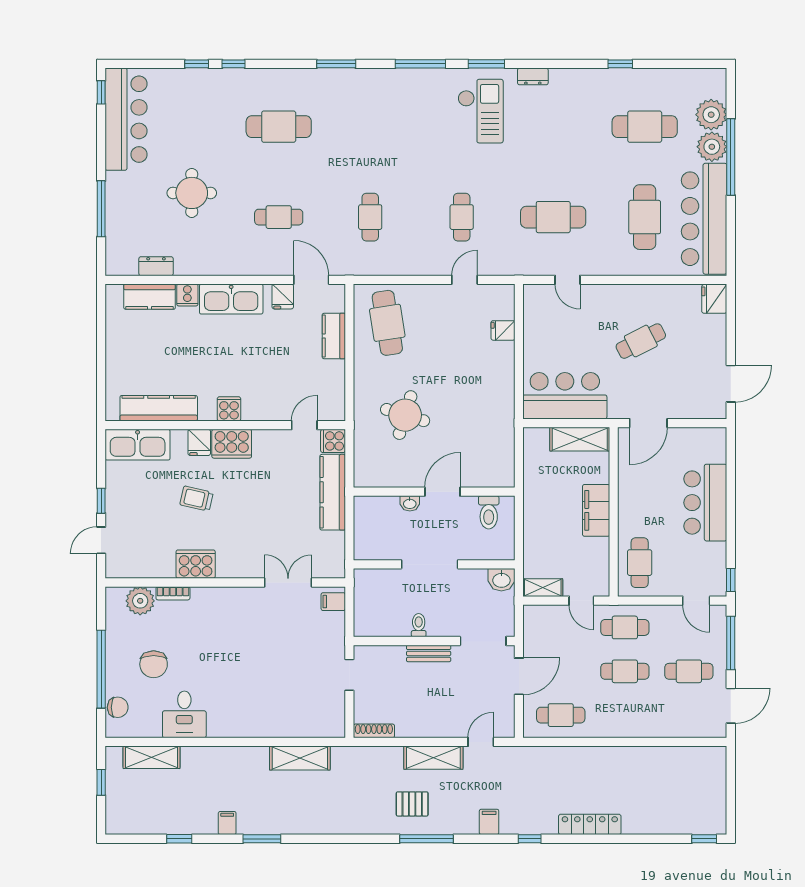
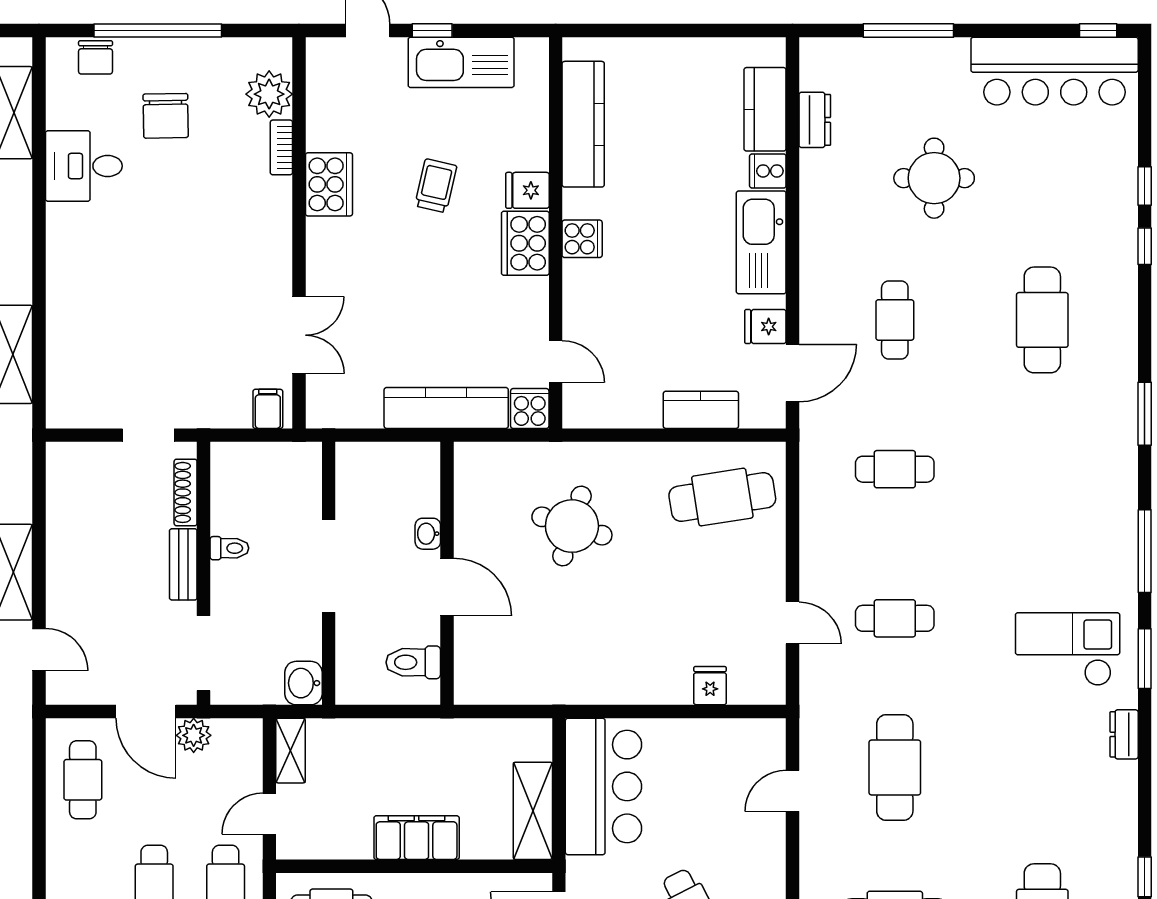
checkout: (481, 111) -> (1068, 649), turned 180
kitchen sink: (138, 445) -> (461, 62), moved, turned -90
plant: (533, 647) -> (194, 735), added
chair: (154, 664) -> (166, 116), turned -91
shoe rack: (374, 731) -> (186, 492), moved, turned 180

